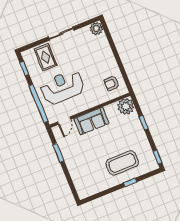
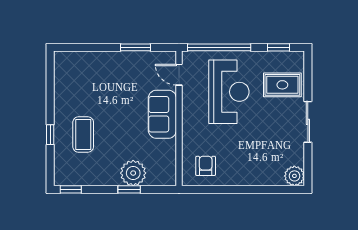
plant: (126, 106) -> (133, 173), moved
coffee table: (122, 163) -> (83, 134), width x0.73, depth x0.76

